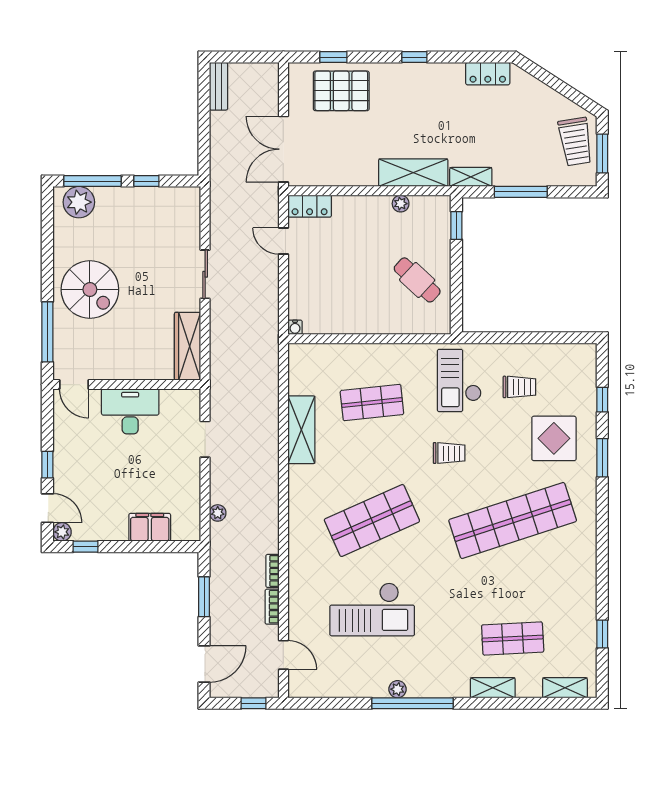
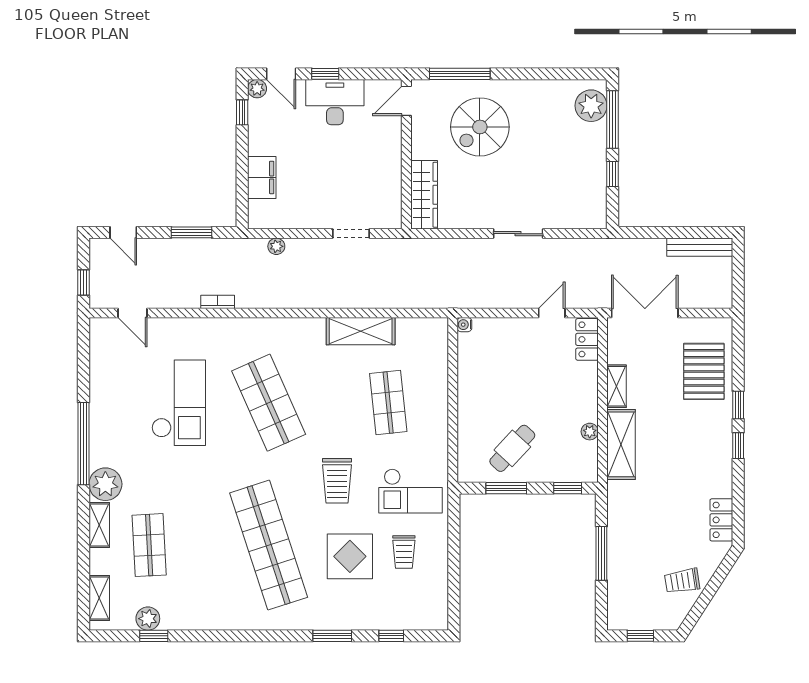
window: (333, 57) -> (738, 405), moved
bench: (219, 86) -> (700, 247), width x1.36
trolley: (575, 142) -> (682, 581), moved, width x0.73, depth x0.72
window: (602, 153) -> (640, 636), width x0.67
shelving: (471, 177) -> (617, 386), moved
window: (456, 286) -> (506, 488), added
spiral stairs: (90, 290) -> (480, 127), moved
wardrobe: (188, 346) -> (424, 195), moved, turned 90
checkout: (459, 380) -> (411, 491), turned 180
desk: (130, 411) -> (335, 102), moved, turned -90
display table: (554, 438) -> (350, 556), moved
trolley: (449, 453) -> (337, 481), width x1.36, depth x1.39
door: (47, 508) -> (281, 74), hinge flipped
bookcase: (272, 607) -> (181, 301), removed
checkout: (372, 609) -> (179, 403), turned 180
plant: (585, 640) -> (148, 619), added
door: (283, 655) -> (133, 313), hinge flipped
door: (204, 664) -> (123, 232), width x0.73
plant: (397, 689) -> (105, 484), moved, width x1.88, depth x1.88

